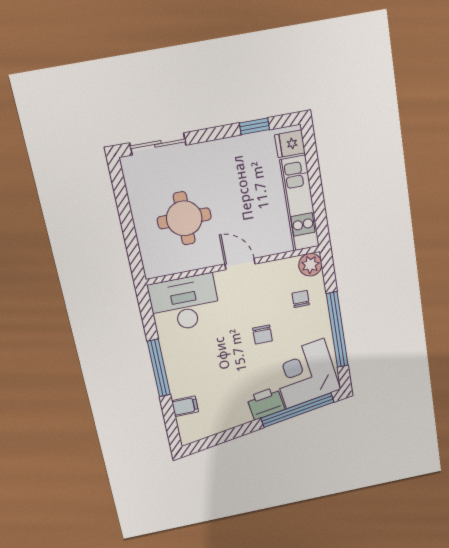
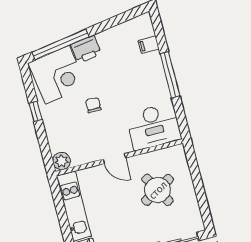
round table: (184, 218) -> (158, 190), turned -30
chair: (301, 299) -> (66, 134), removed
window: (337, 330) -> (36, 111), width x0.32

